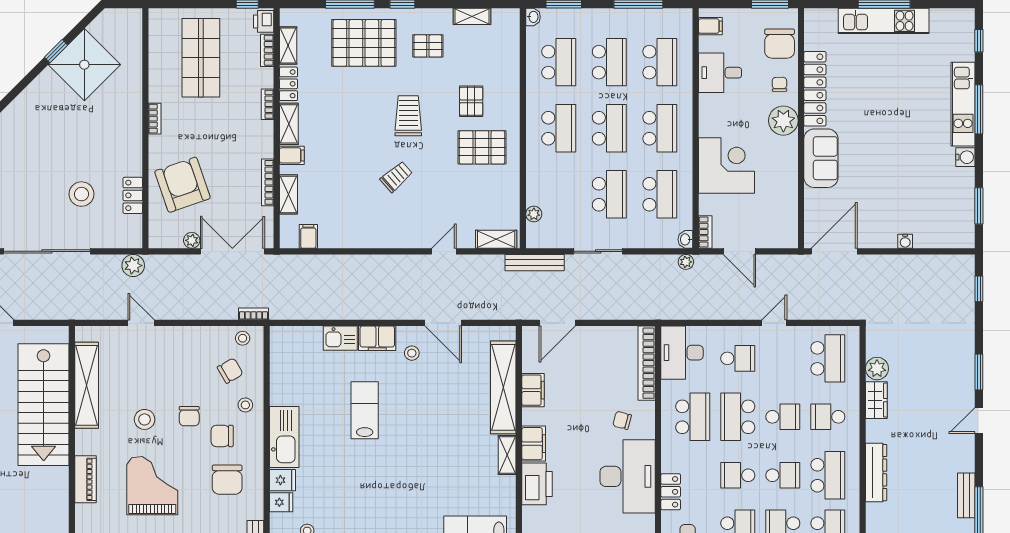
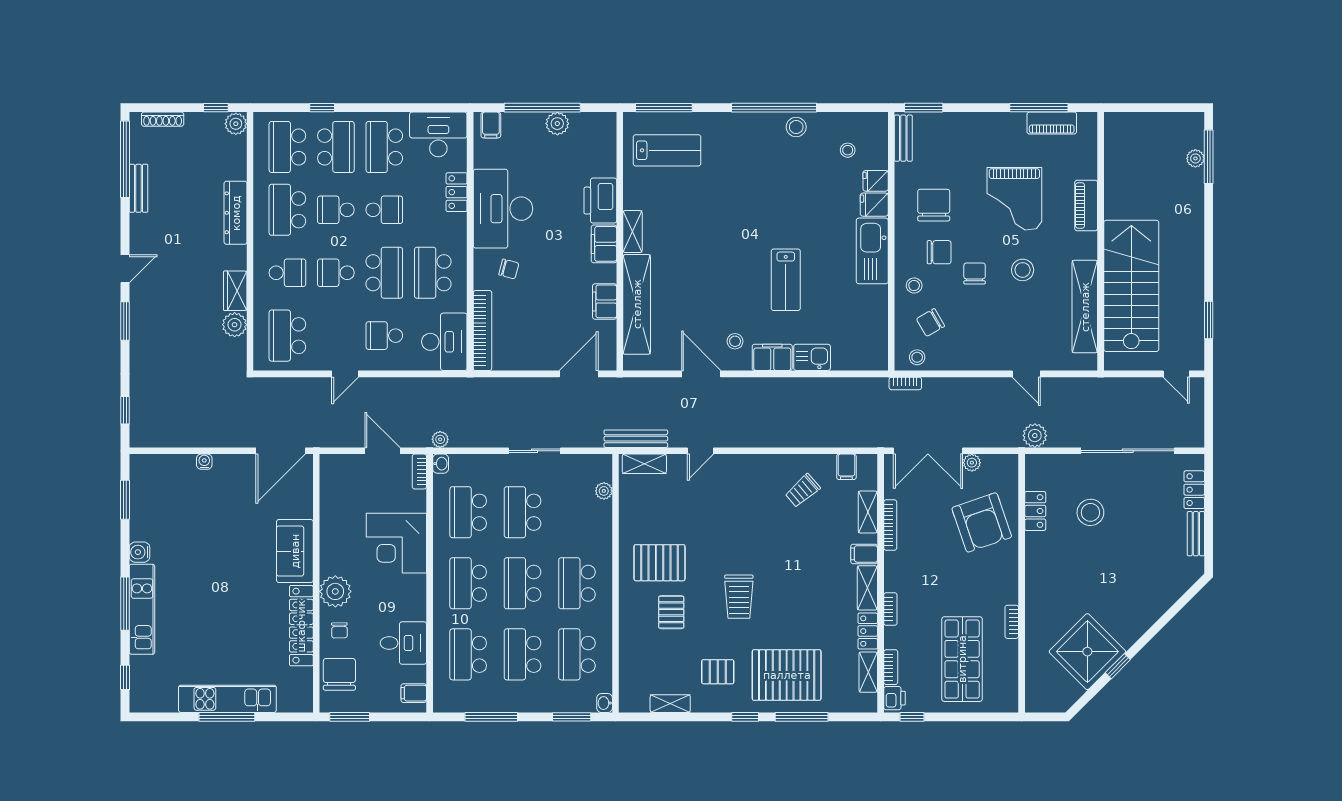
bookcase: (155, 119) -> (1012, 622), moved
trolley: (396, 177) -> (802, 491), moved
bench: (535, 263) -> (636, 439), moved

